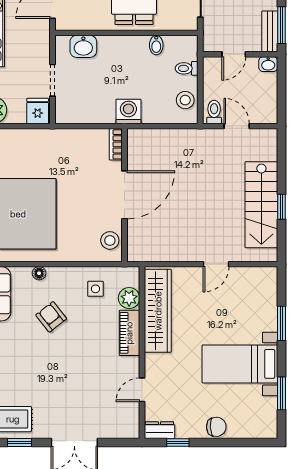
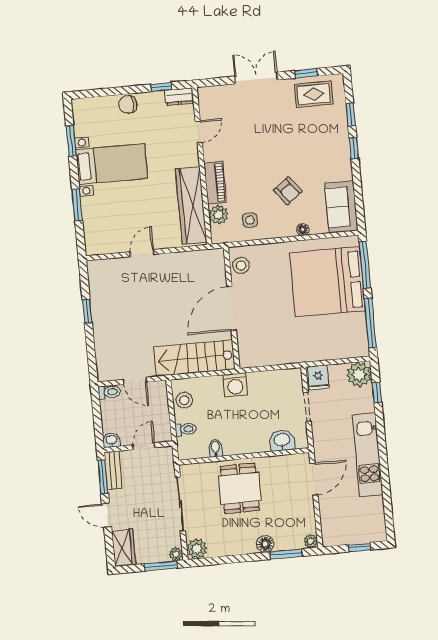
toilet: (214, 112) -> (109, 392), moved, turned -90
bookcase: (116, 144) -> (244, 354), removed
stairs: (261, 205) -> (194, 358), moved, turned -90

